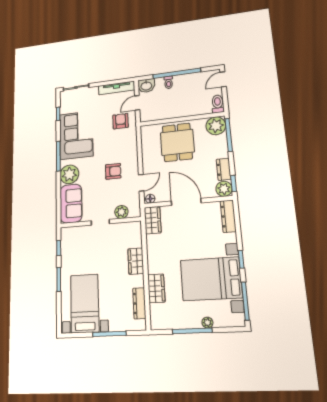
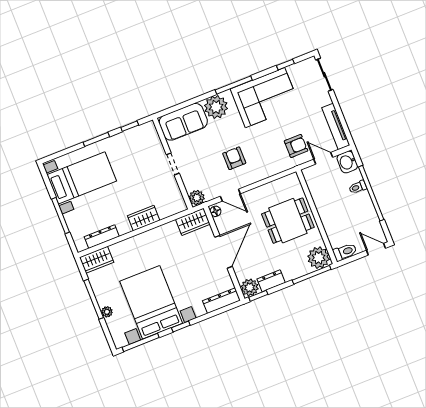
armchair: (113, 171) -> (234, 158), turned 180
plant: (121, 212) -> (197, 198), moved
wardrobe: (156, 288) -> (97, 260), moved

